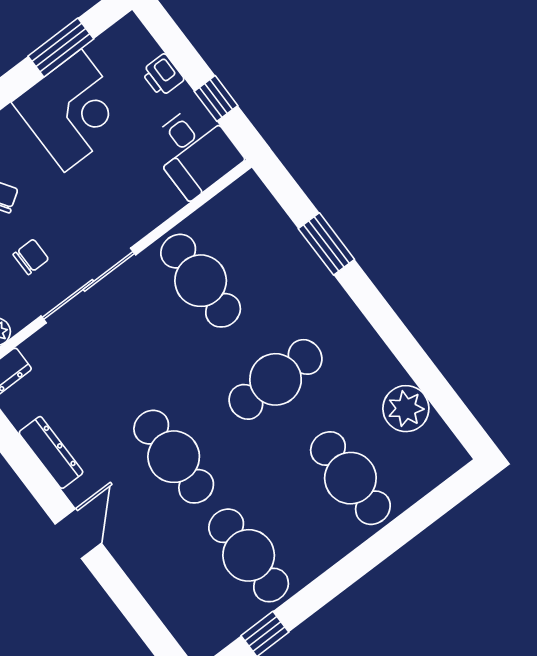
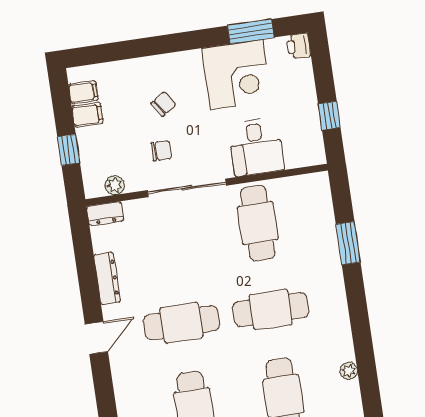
printer: (163, 75) -> (299, 46), moved
desk: (194, 151) -> (256, 147), moved
plant: (406, 409) -> (349, 371), width x0.53, depth x0.53
cafe table: (174, 457) -> (181, 323), turned 90

